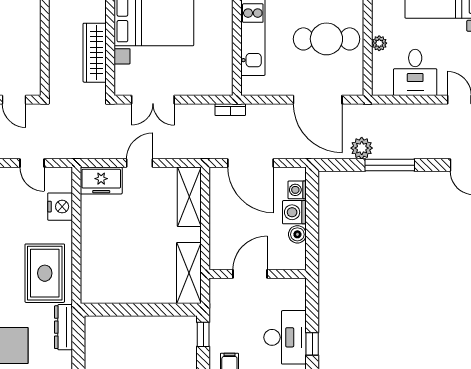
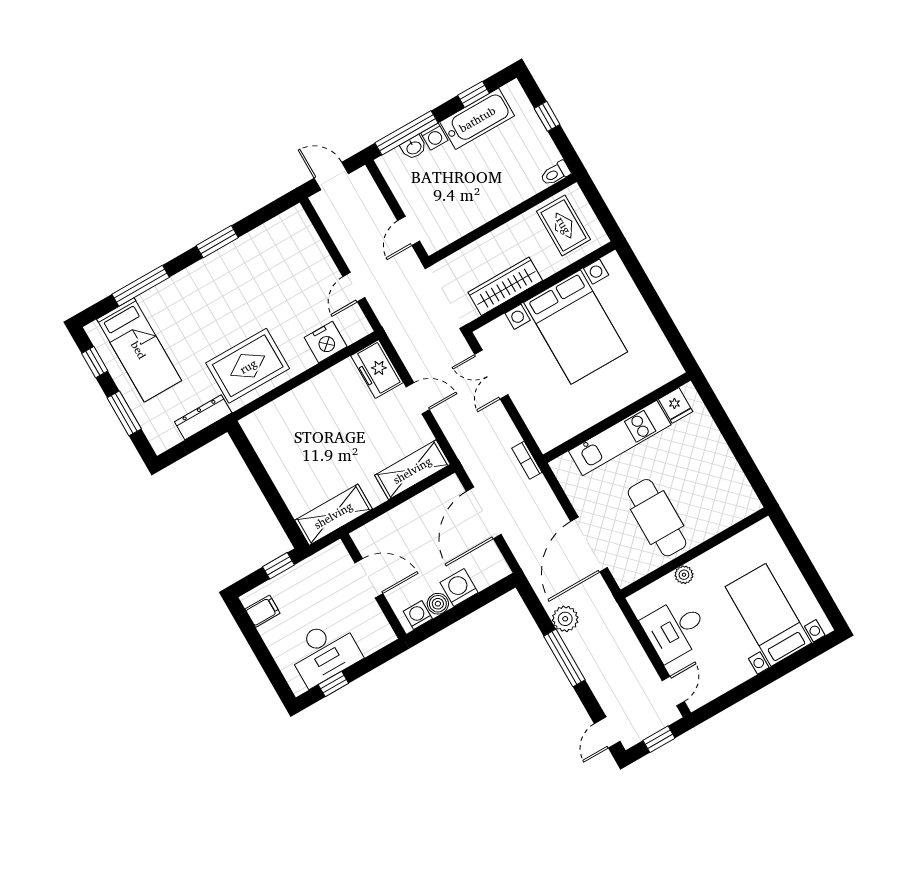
washing machine: (297, 190) -> (418, 615), moved

